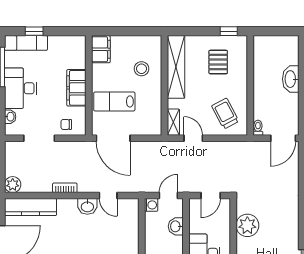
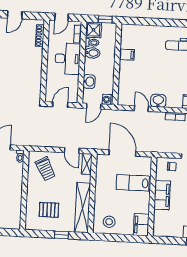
window: (229, 31) -> (62, 235), moved
pallet: (218, 62) -> (49, 210), turned 90
stool: (141, 69) -> (109, 222), moved
lab bench: (114, 101) -> (133, 183), turned 180
door: (113, 138) -> (122, 153), moved
plant: (247, 225) -> (32, 79), removed

